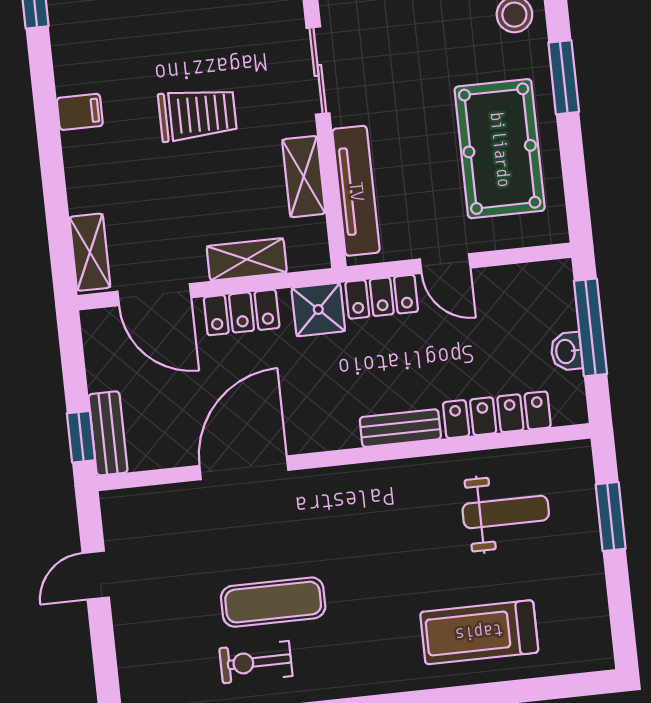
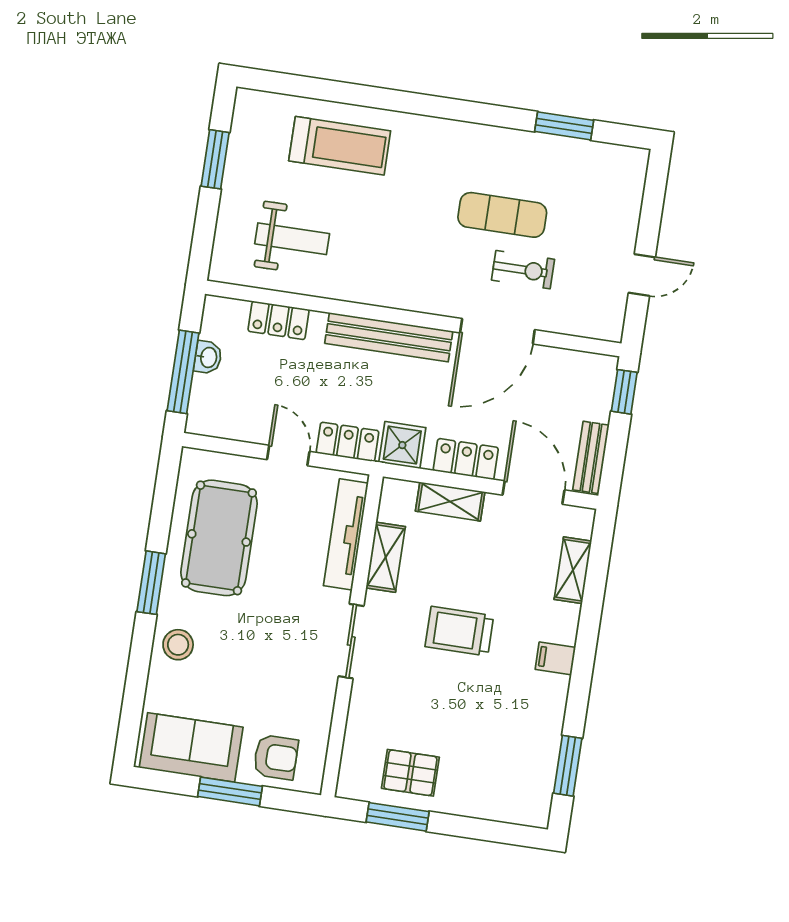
shelving: (90, 252) -> (573, 570), moved
locker: (497, 415) -> (279, 320), width x0.66
bench: (400, 428) -> (389, 337), width x1.86, depth x1.21
bench: (108, 433) -> (591, 457), moved
weight bench: (506, 512) -> (292, 239), turned 180
window: (611, 517) -> (215, 159), moved
exercise bike: (256, 662) -> (523, 270), moved

